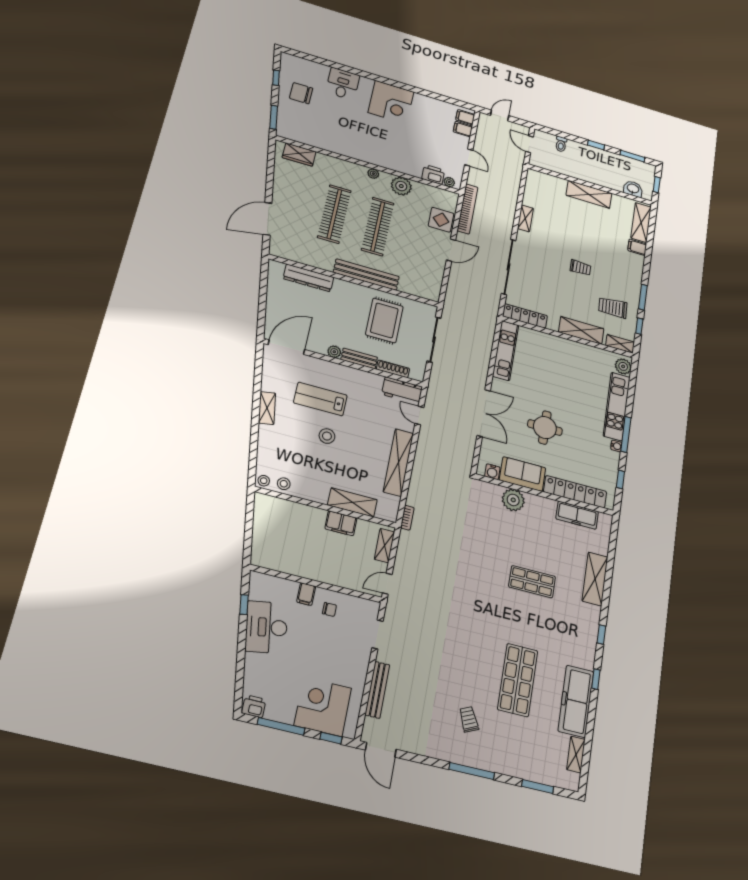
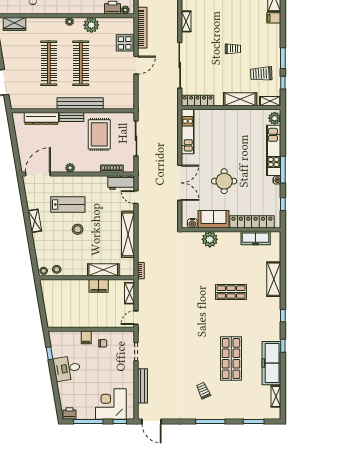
bench: (359, 358) -> (71, 117), moved
lab bench: (320, 399) -> (68, 205), turned 180
desk: (266, 627) -> (67, 368), width x0.73

